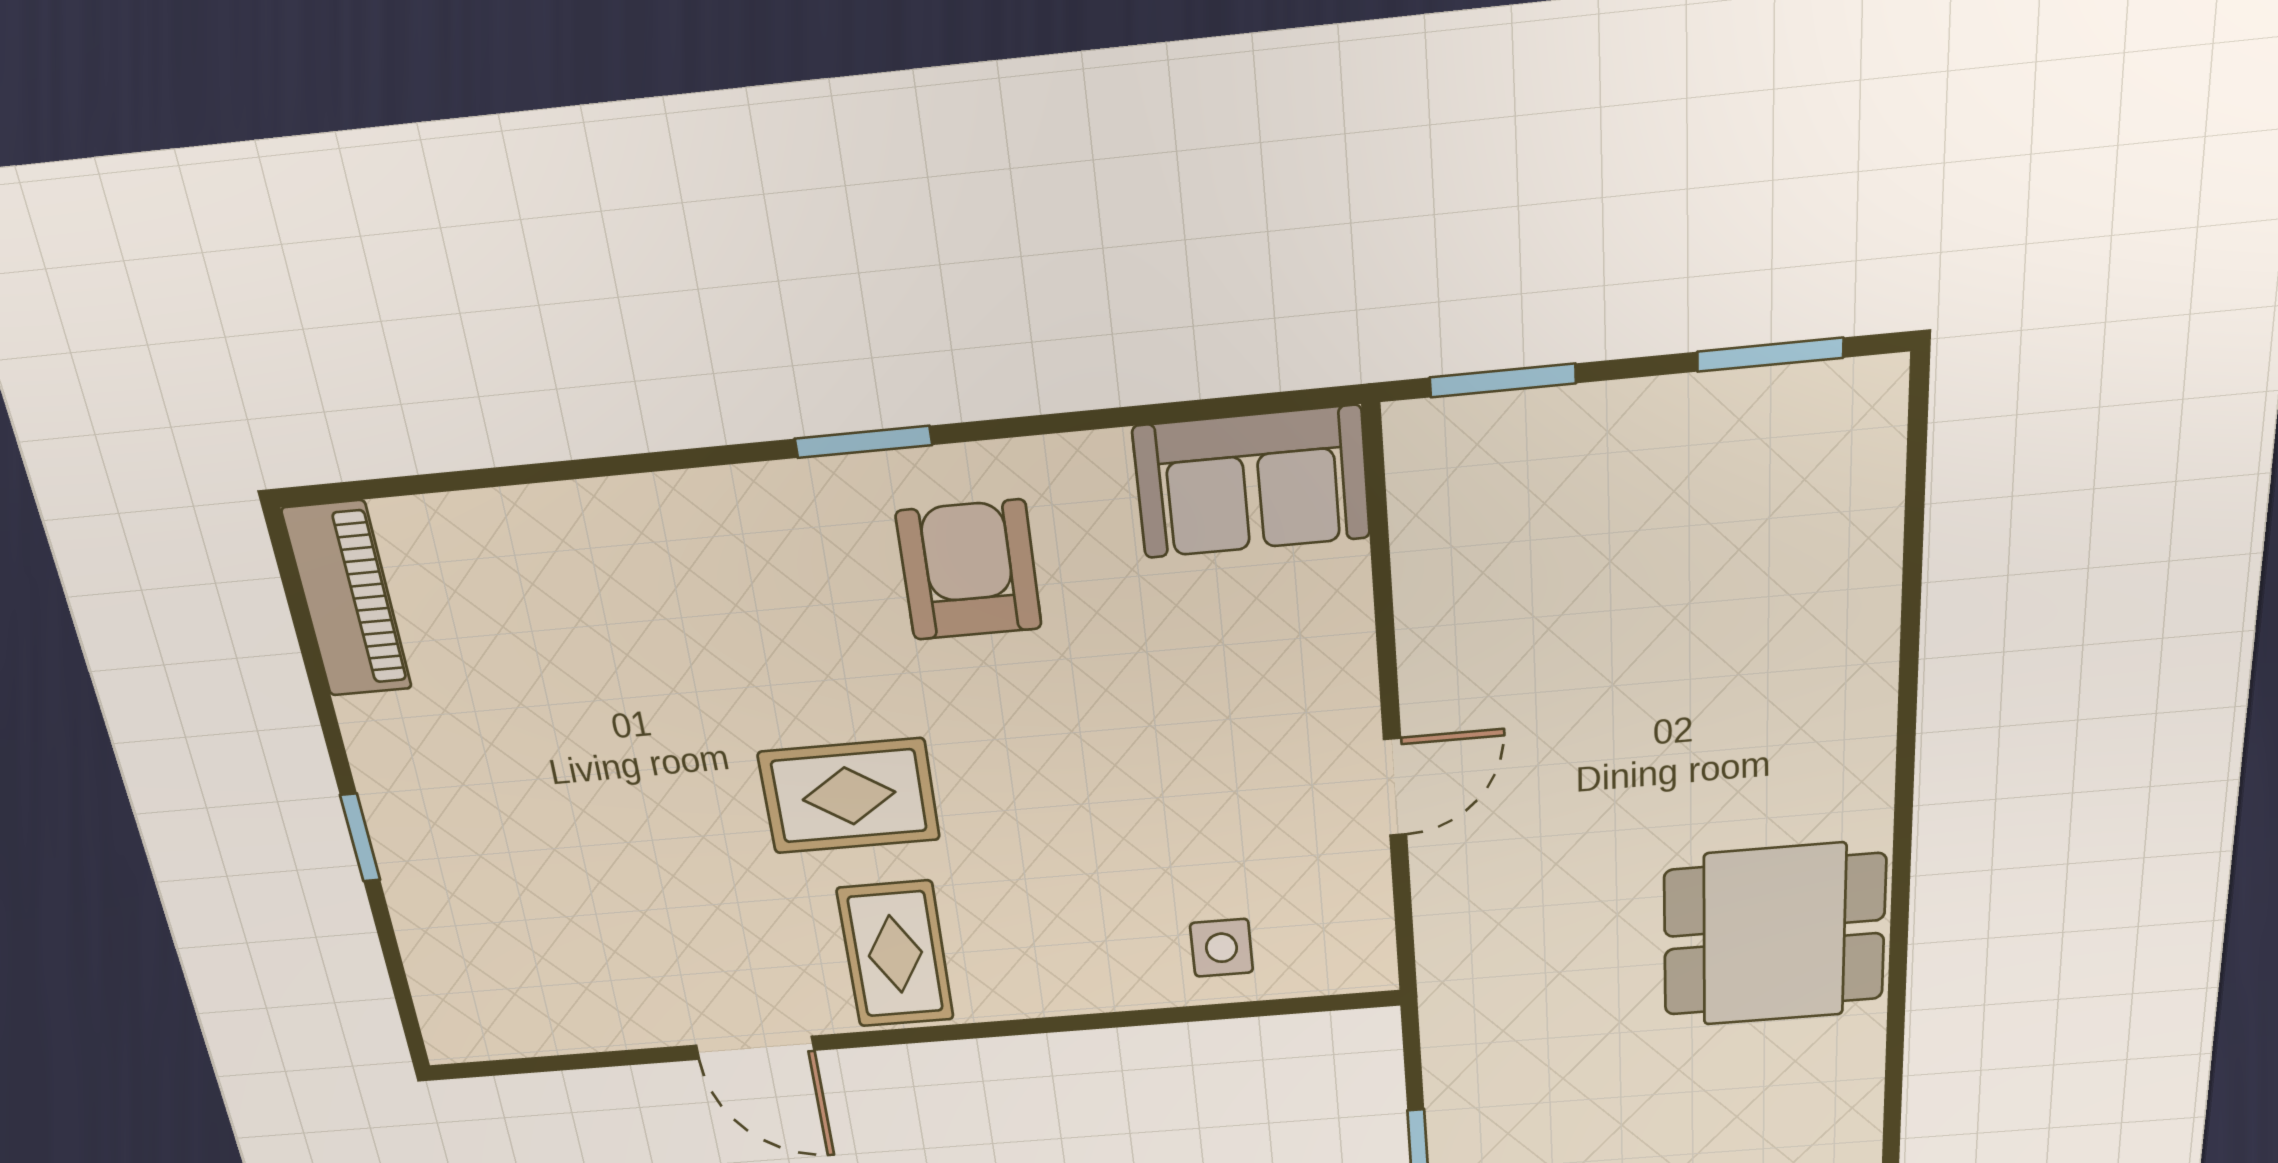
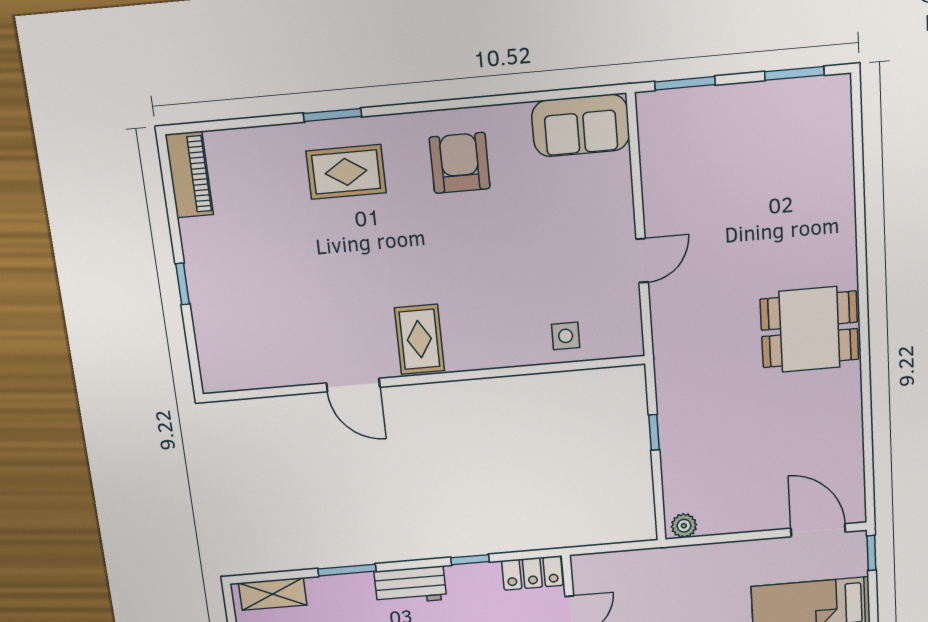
window: (863, 442) -> (333, 115), moved
rug: (849, 796) -> (346, 172), moved

